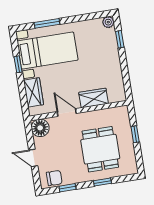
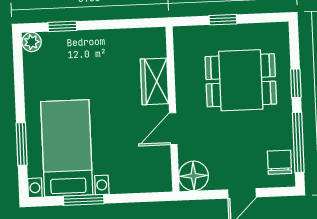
window: (18, 64) -> (84, 200), width x1.50
wardrobe: (34, 92) -> (133, 180), removed
window: (67, 188) -> (298, 142), width x2.17

